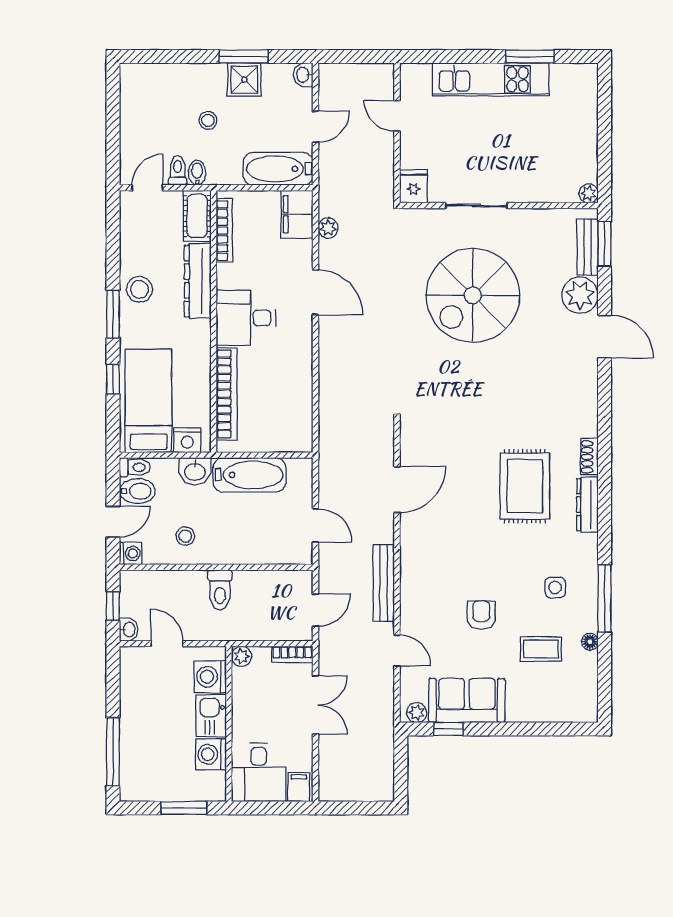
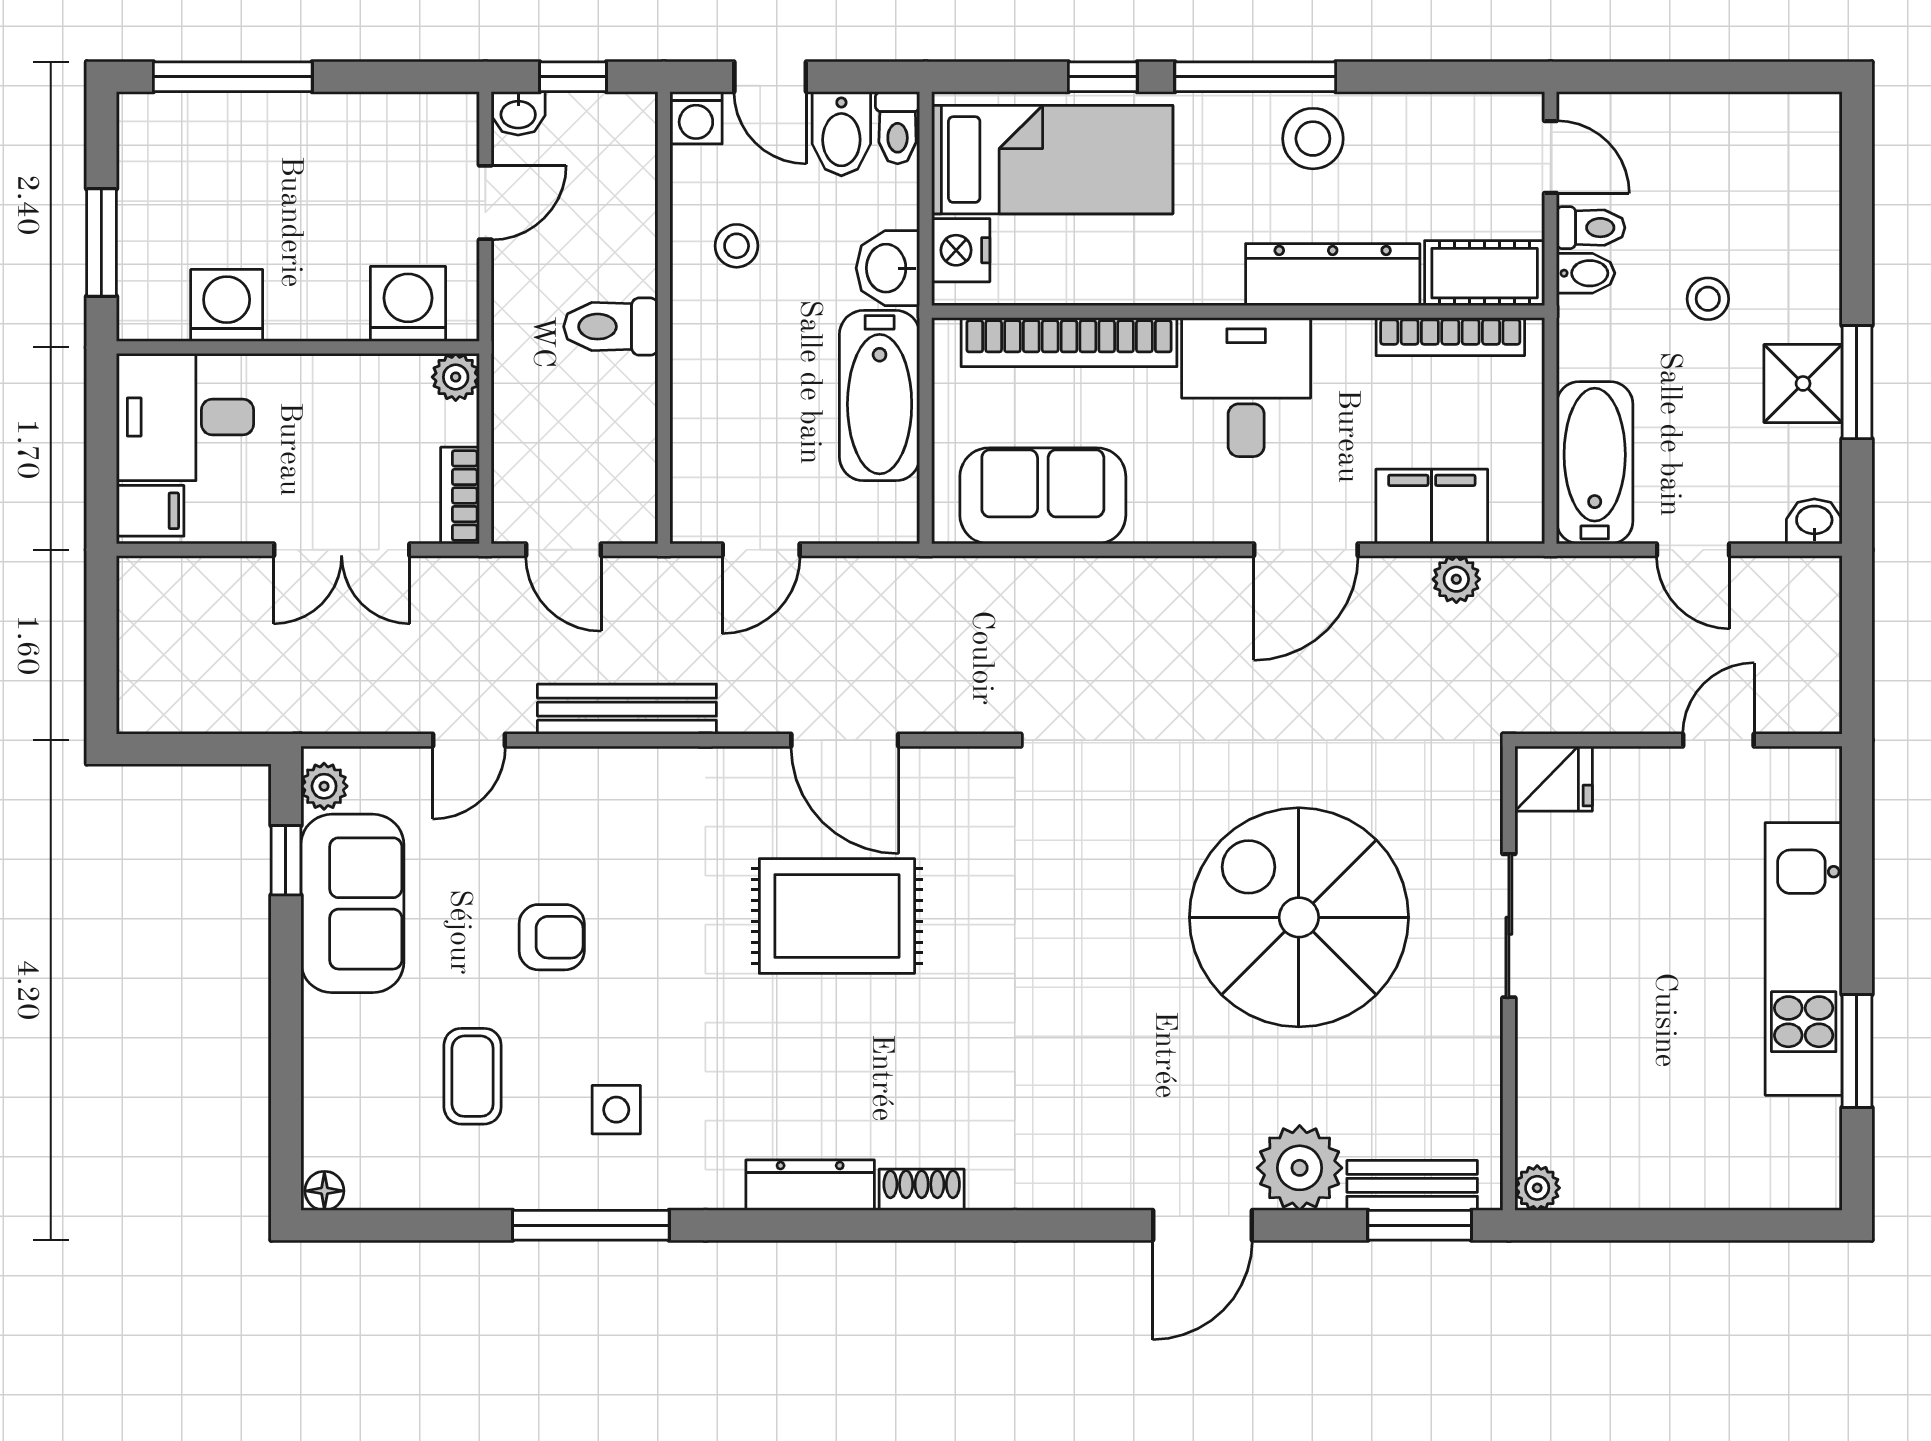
filing cabinet: (297, 214) -> (1432, 506), moved
window: (113, 314) -> (1255, 77), width x1.44
sofa: (292, 405) -> (1043, 496), added
rug: (525, 486) -> (837, 916), moved
floor lamp: (590, 642) -> (324, 1191), moved
kitchen sink: (211, 716) -> (317, 306), removed

